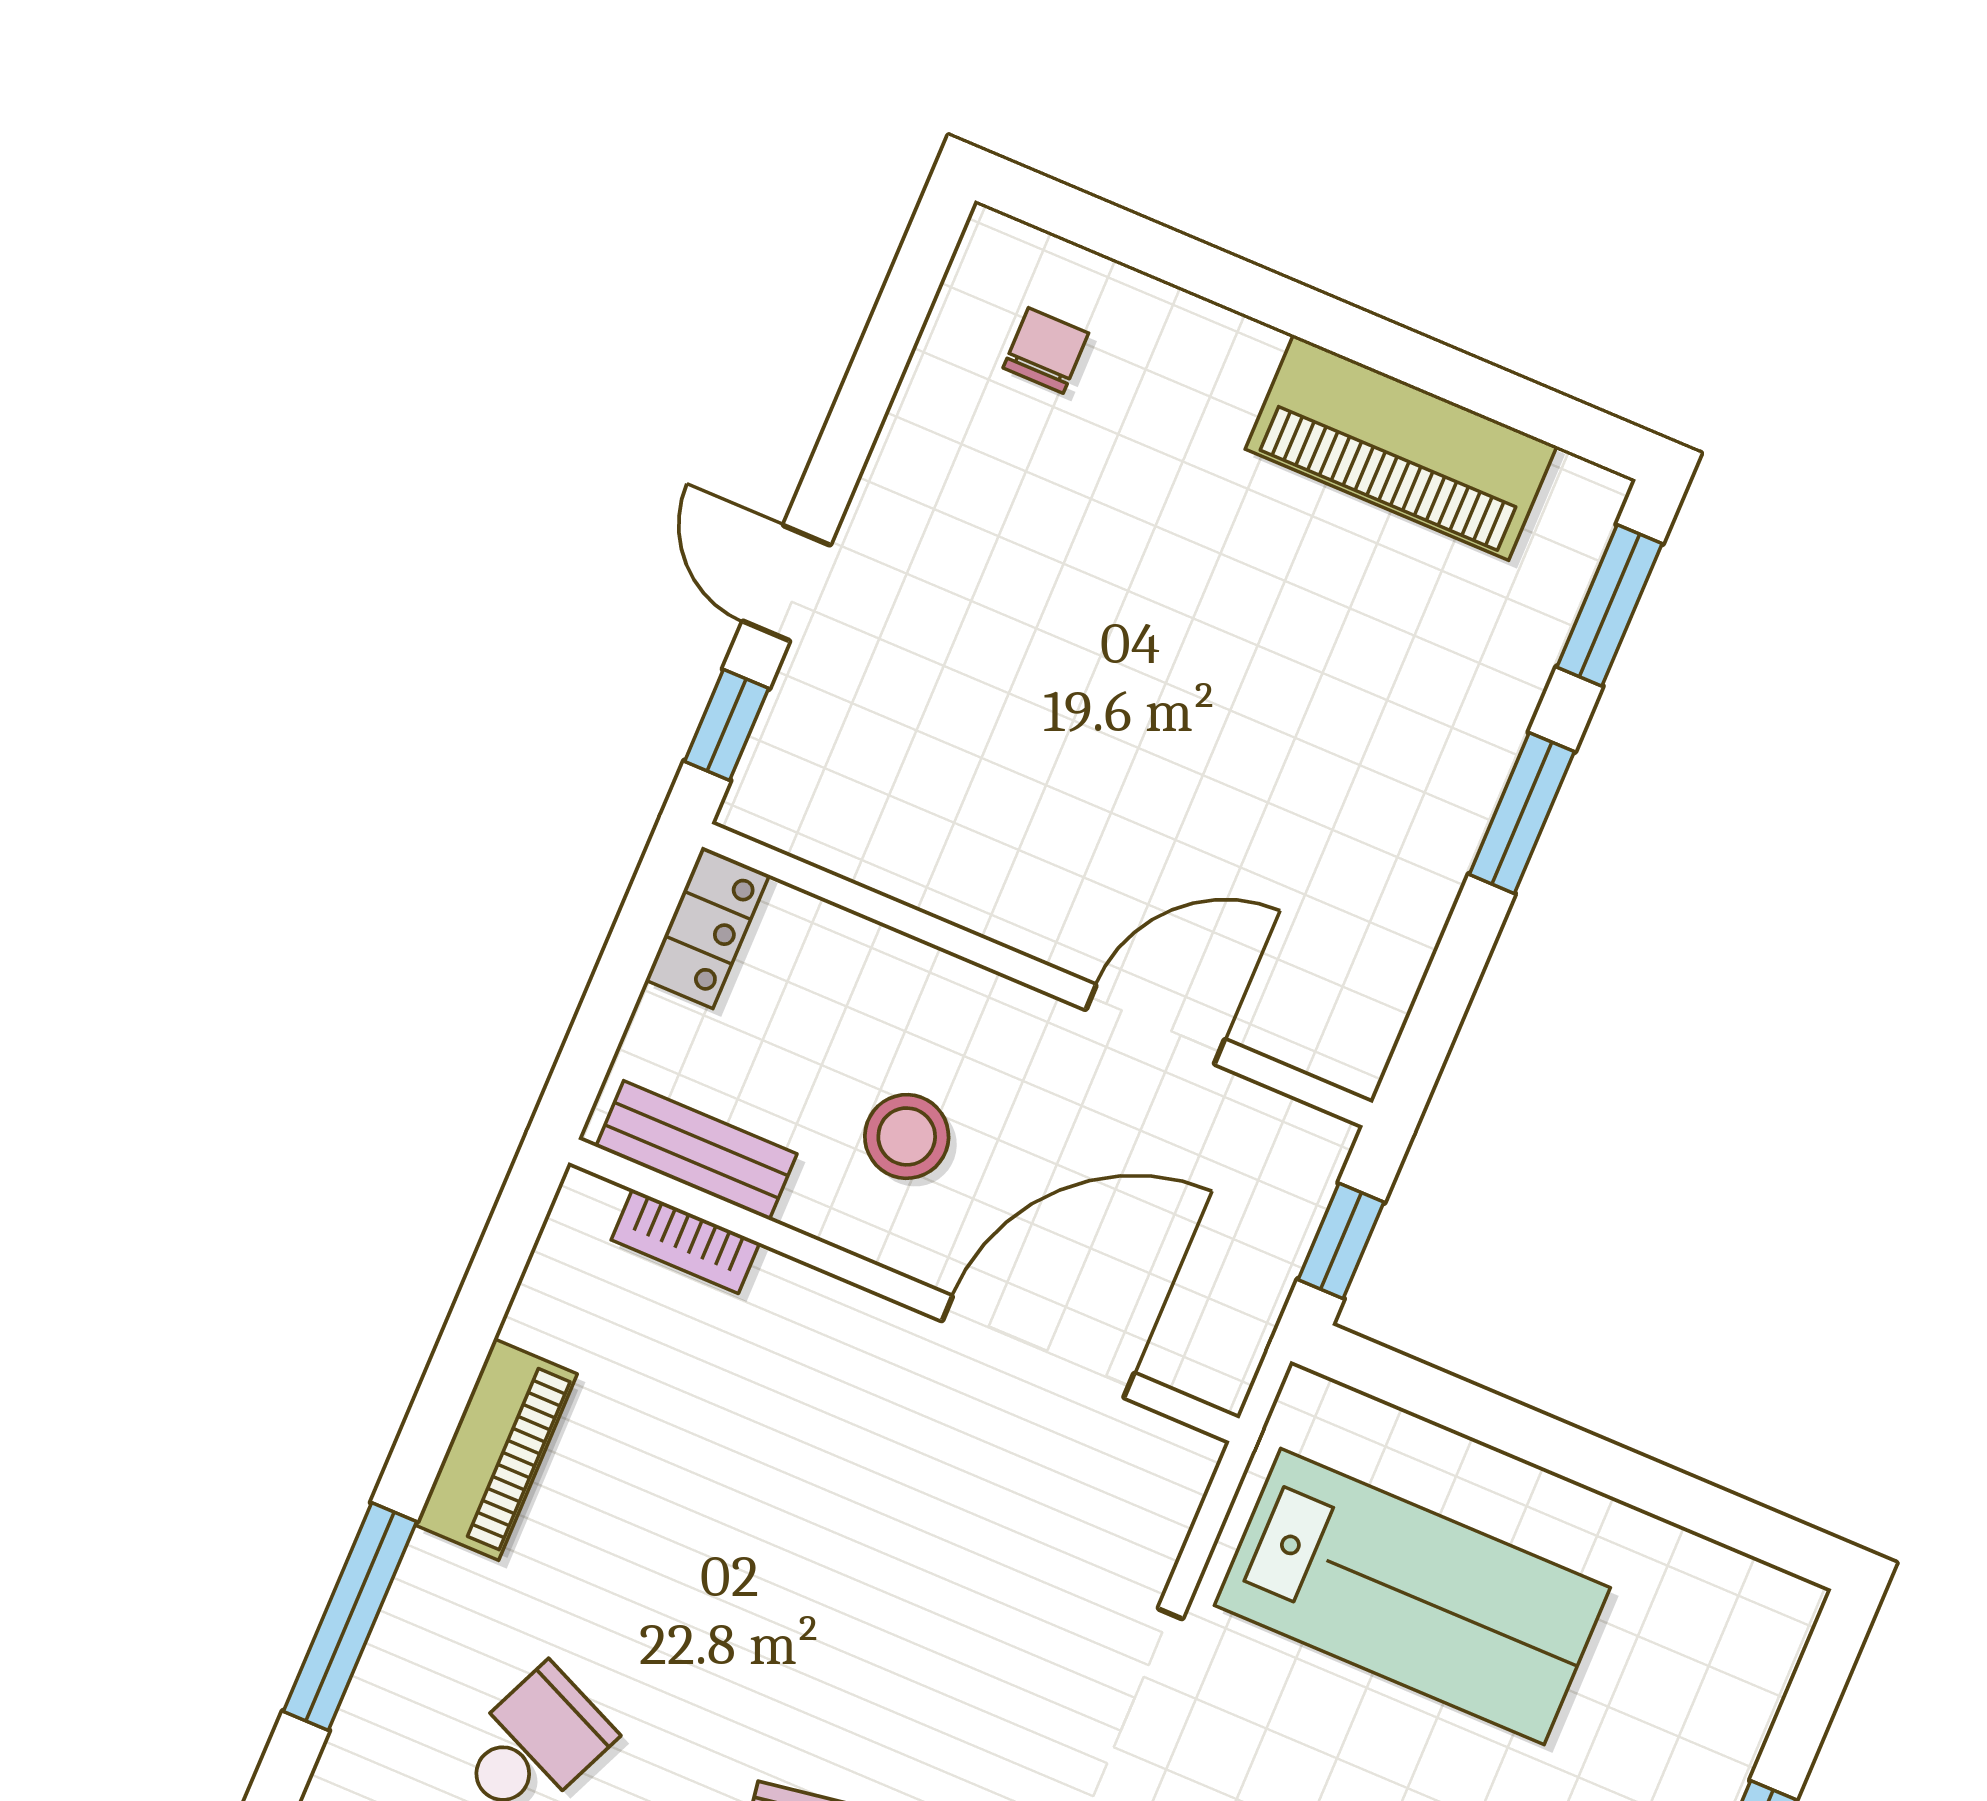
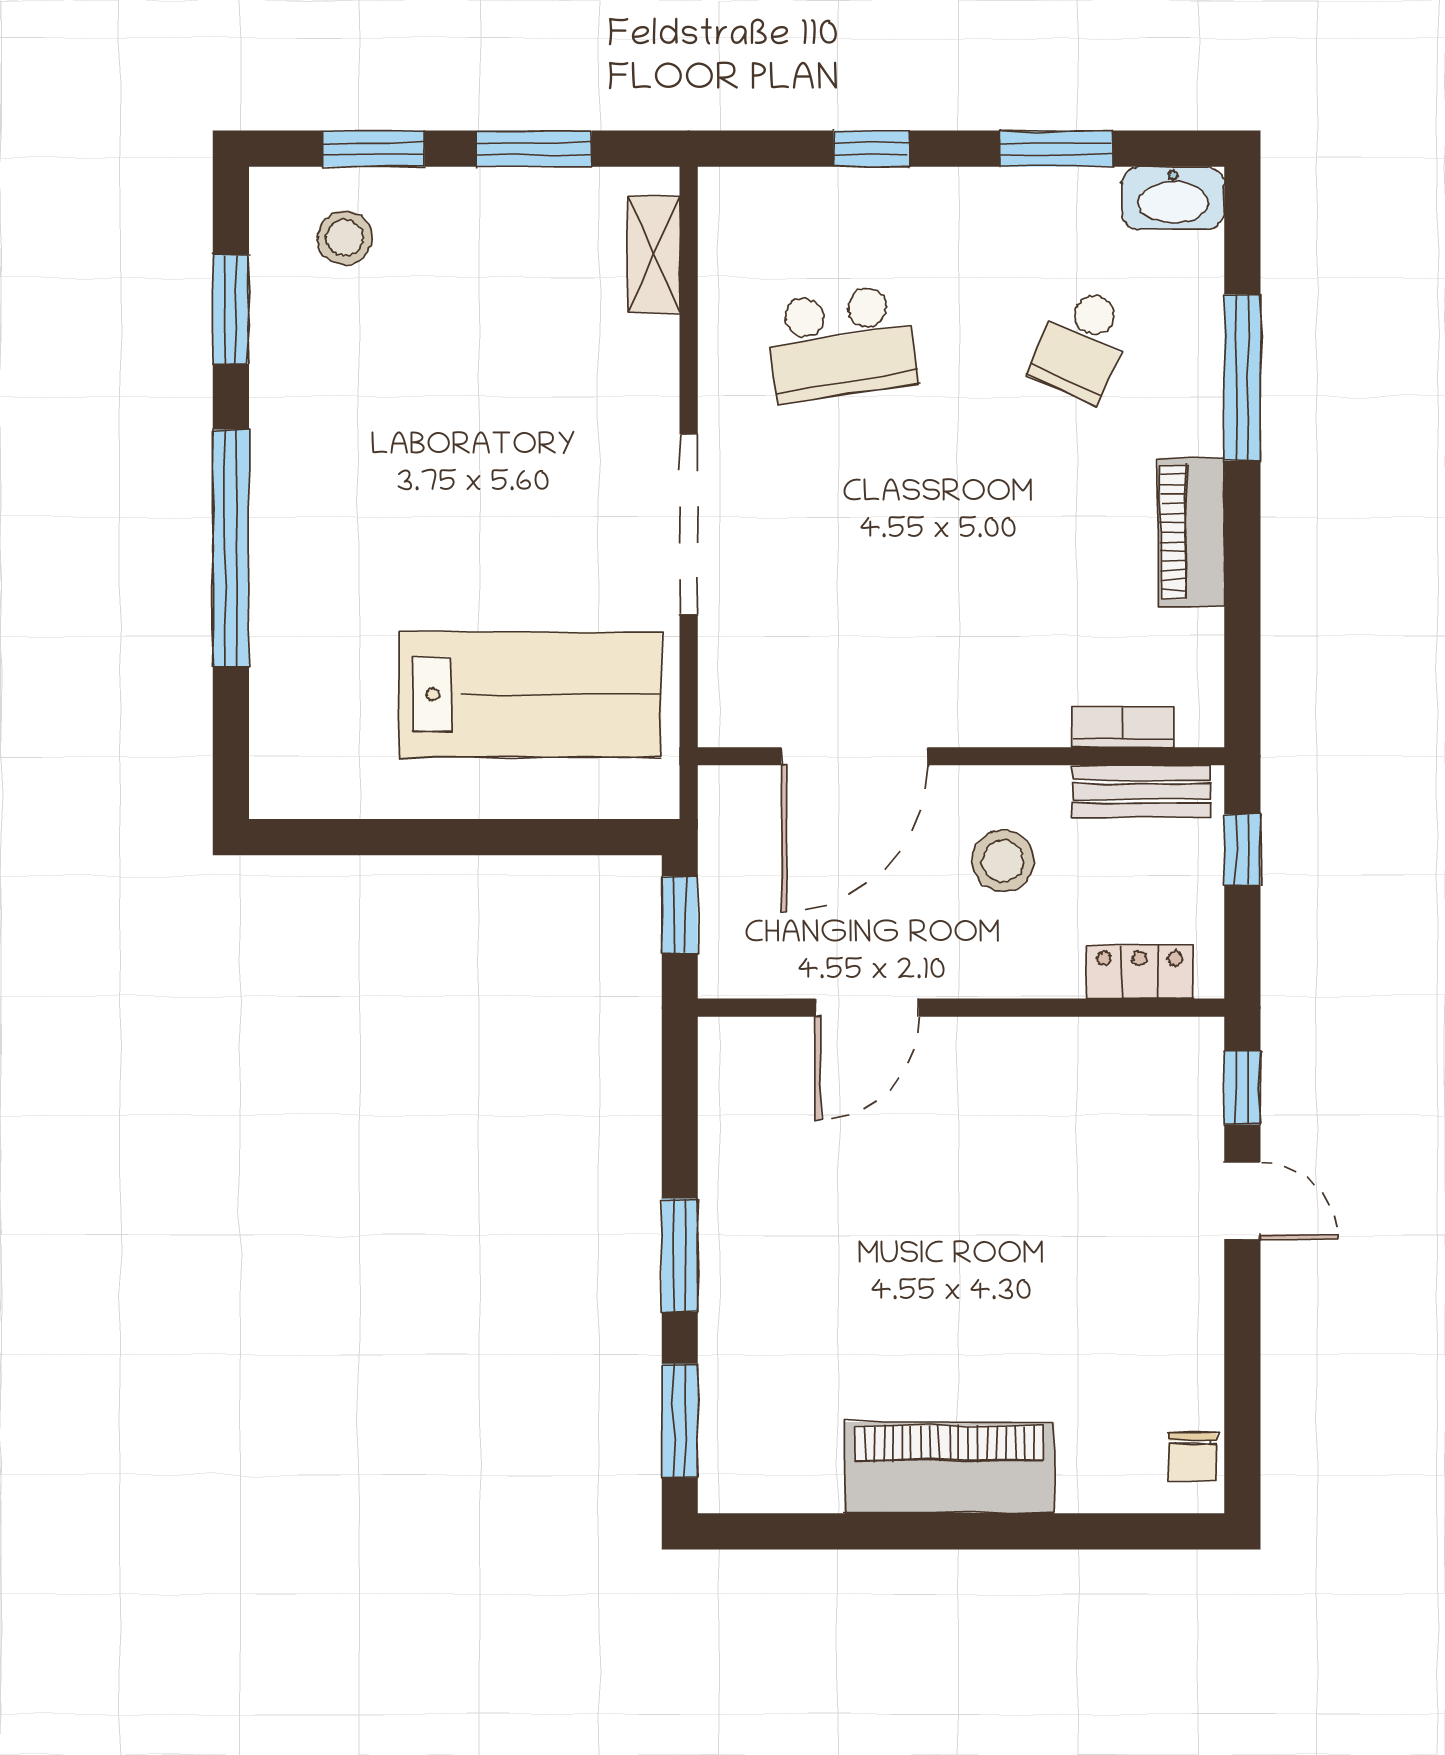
chair: (1046, 350) -> (1193, 1457), moved
piano: (1401, 448) -> (949, 1468), moved
locker: (707, 928) -> (1139, 972), moved, turned 90
window: (600, 1024) -> (1242, 850), added
lab bench: (1412, 1597) -> (530, 694), turned 180

